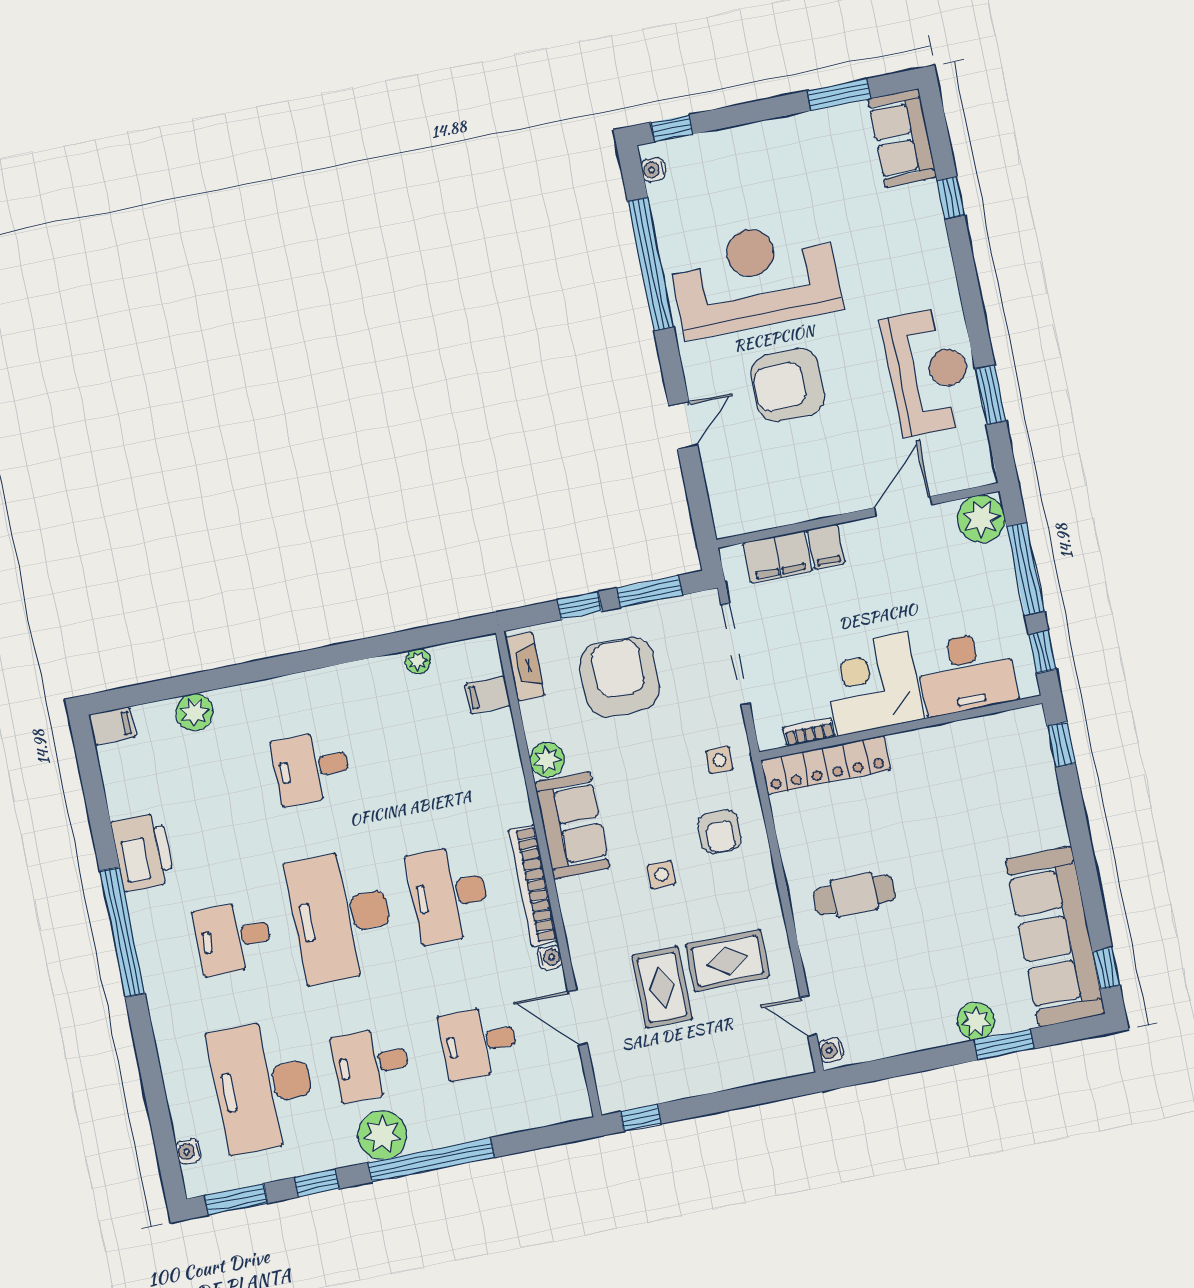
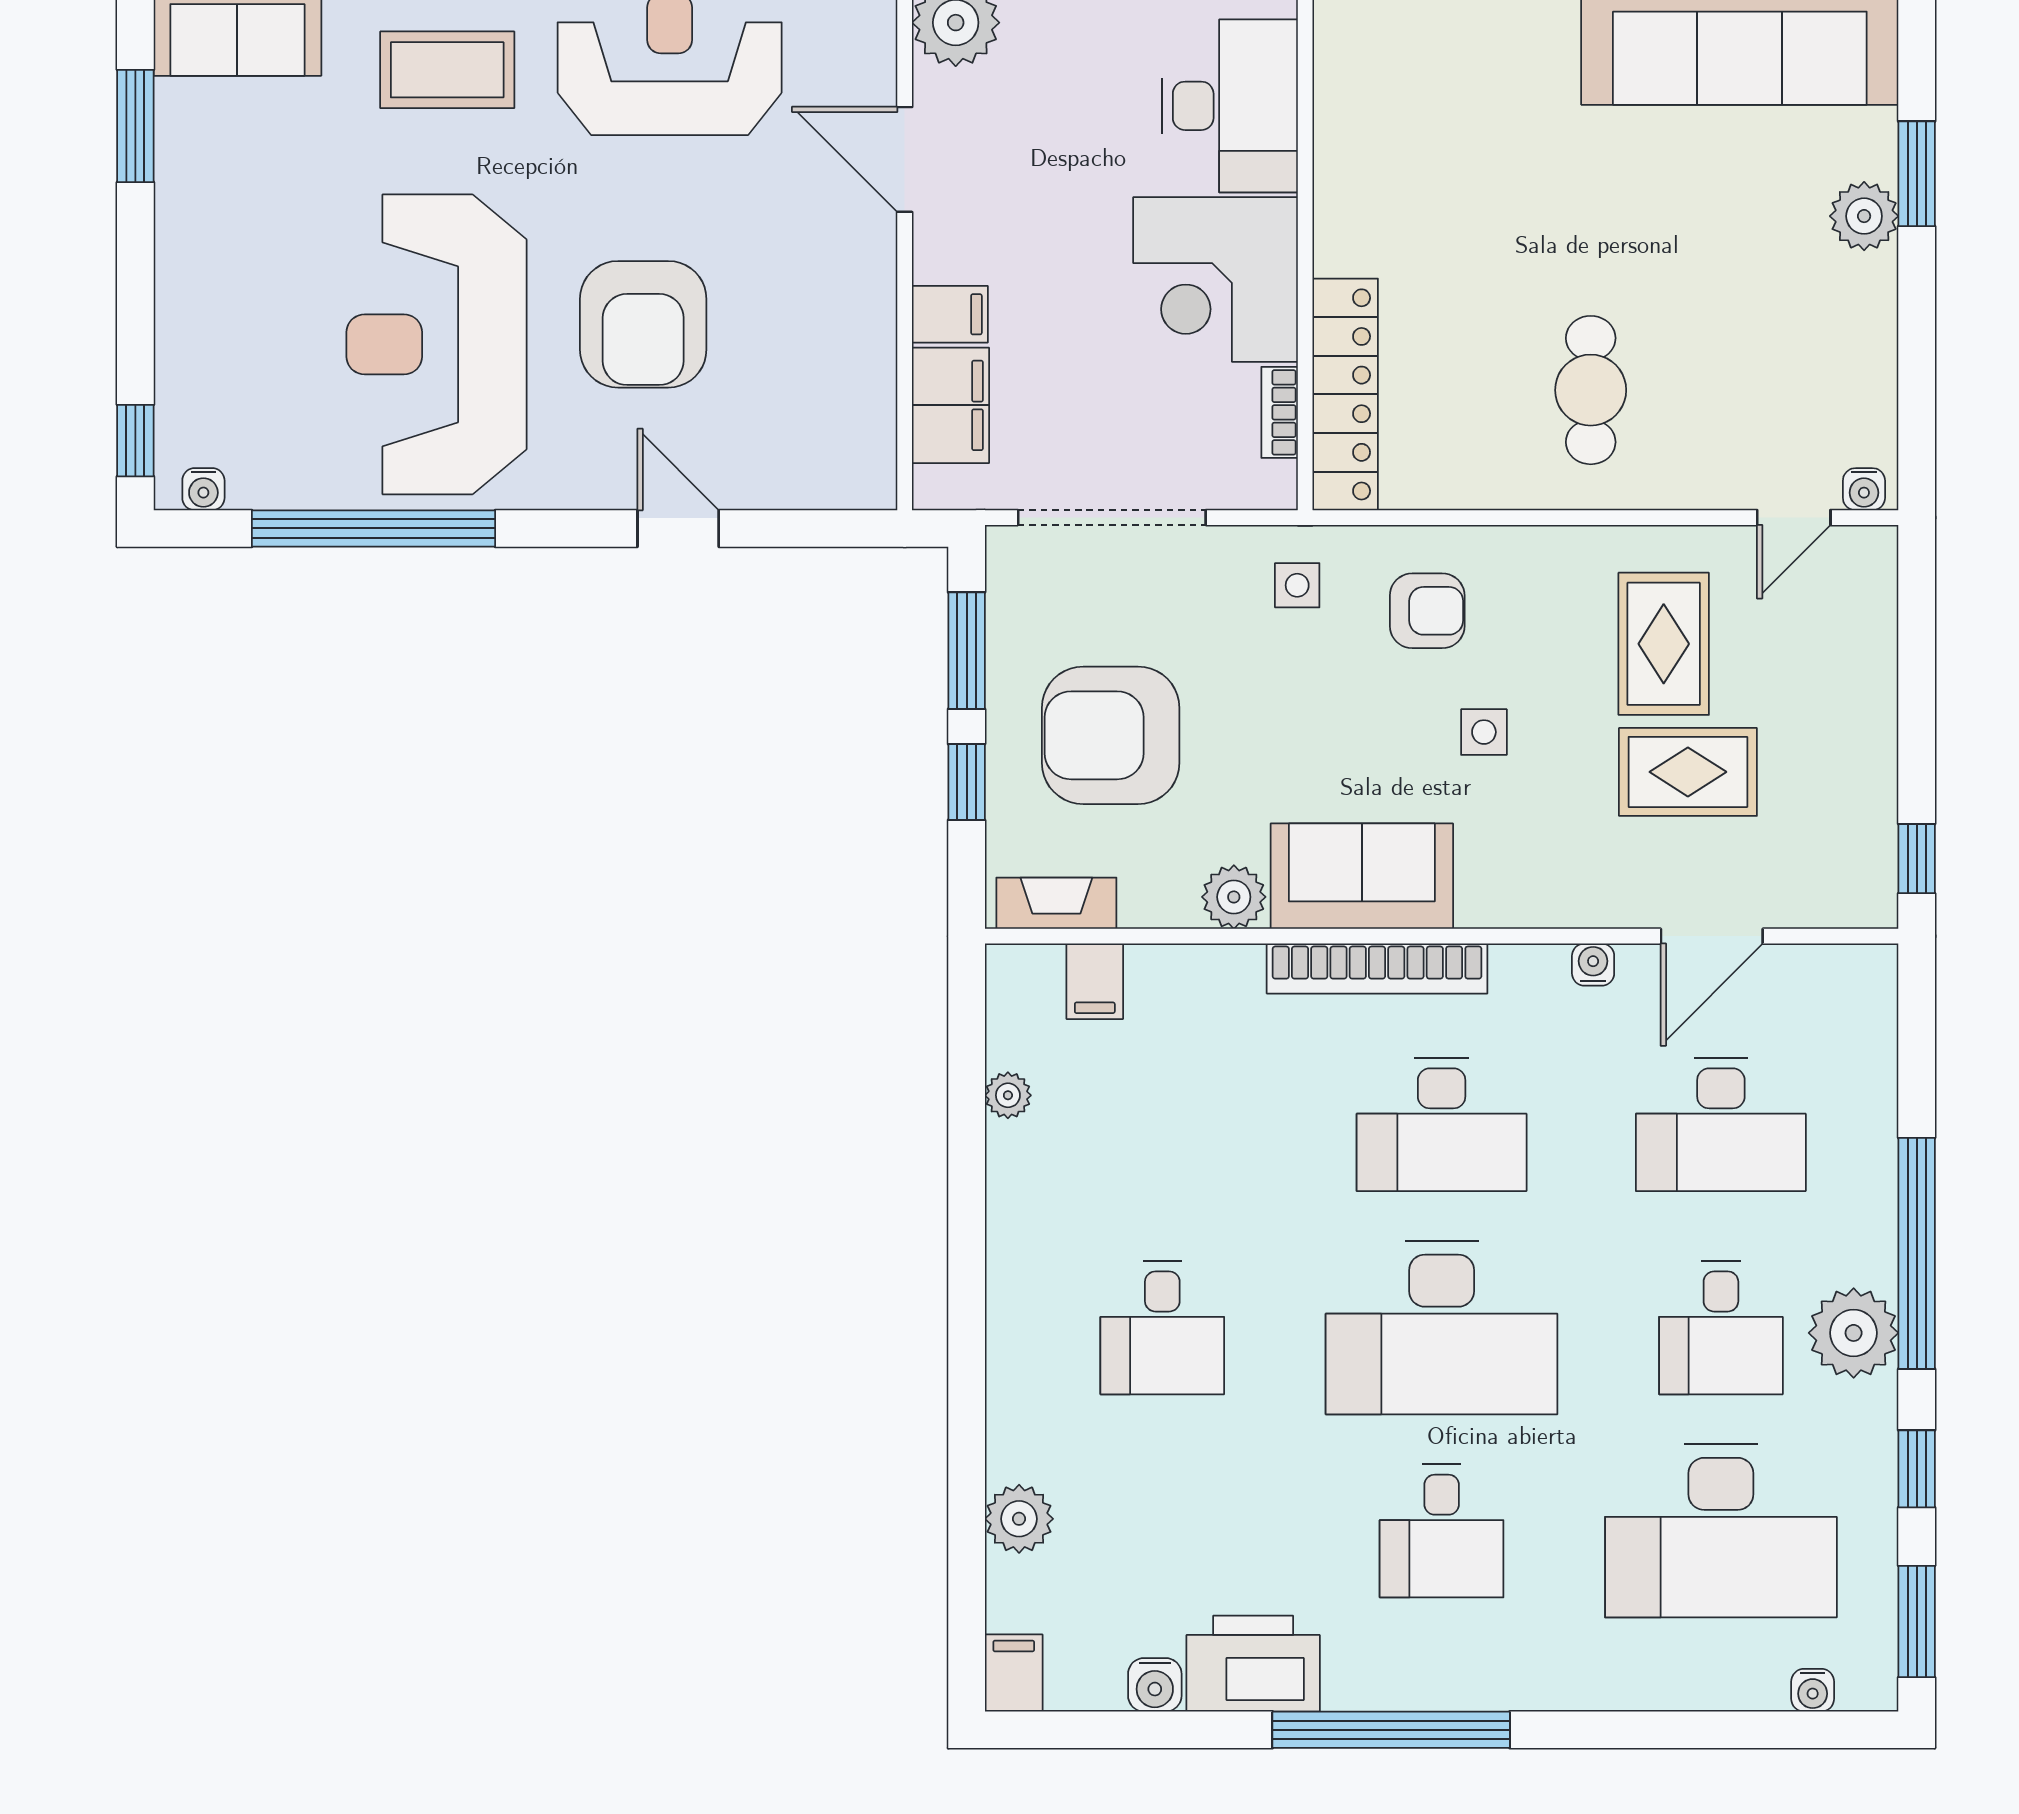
coffee table: (902, 254) -> (447, 70), added
water cooler: (121, 802) -> (1155, 1685), added
bookcase: (533, 886) -> (1377, 969), moved
desk: (479, 1042) -> (1721, 1124), width x1.37

